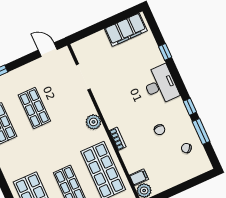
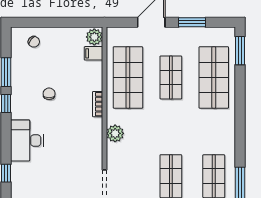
chair: (186, 148) -> (34, 42), moved

